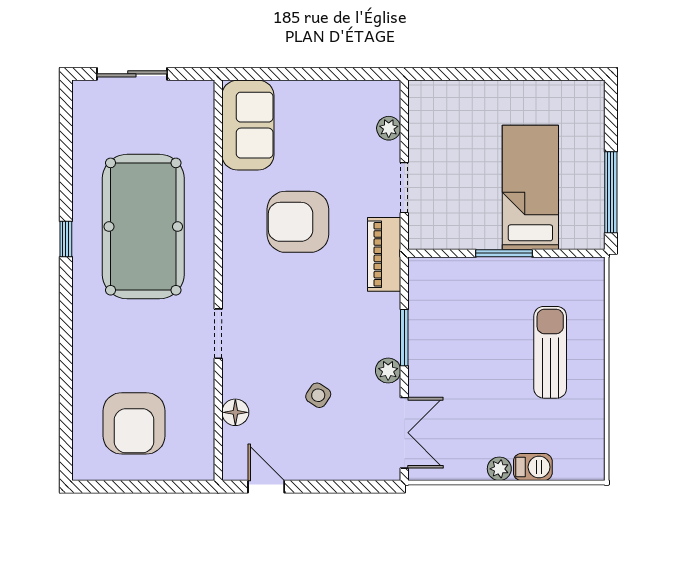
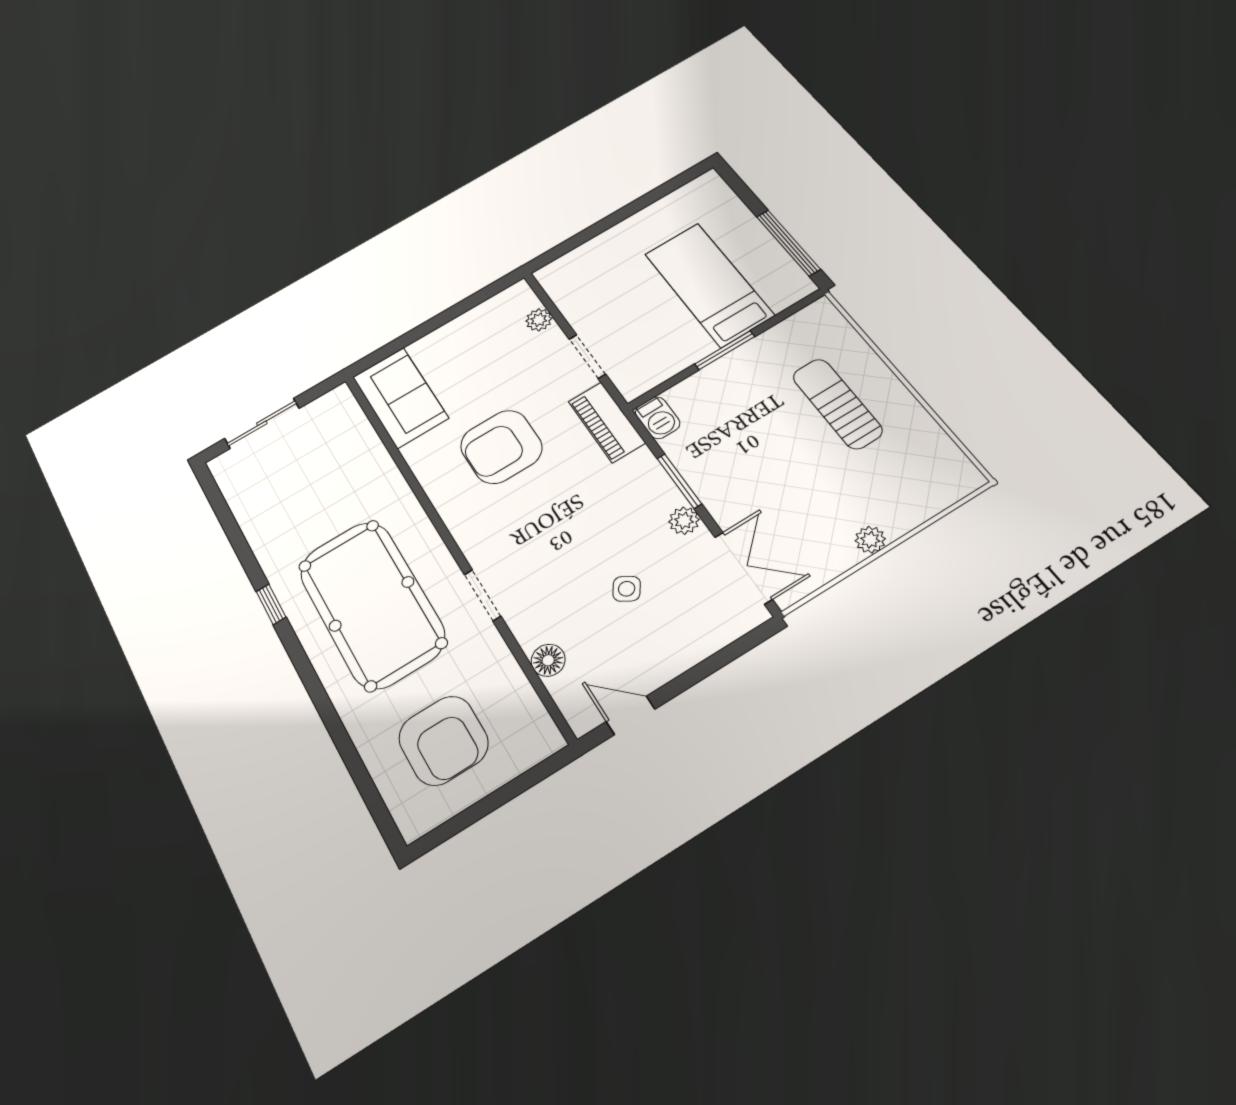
pool table: (143, 227) -> (372, 604), moved
barbecue: (533, 467) -> (658, 418), moved, turned 90

